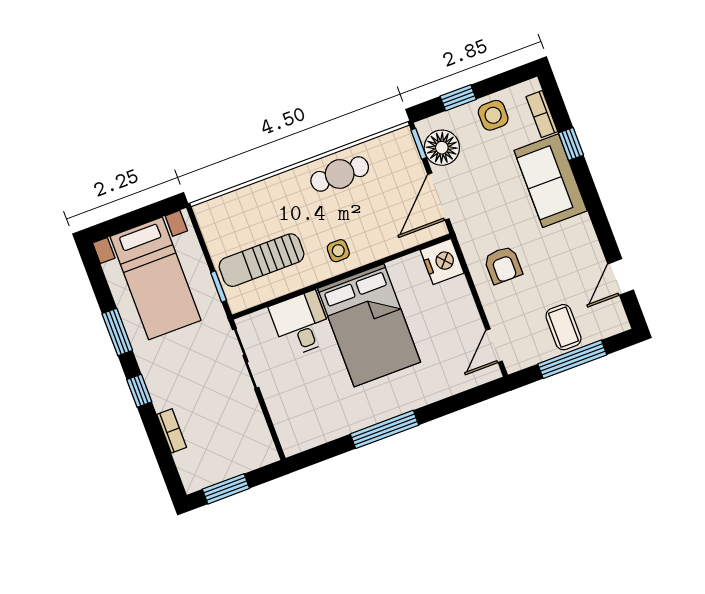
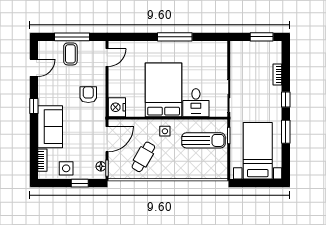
window: (571, 144) -> (34, 106), moved
floor lamp: (442, 148) -> (101, 166), width x0.53, depth x0.53
cafe table: (340, 174) -> (143, 157), moved, turned -60

